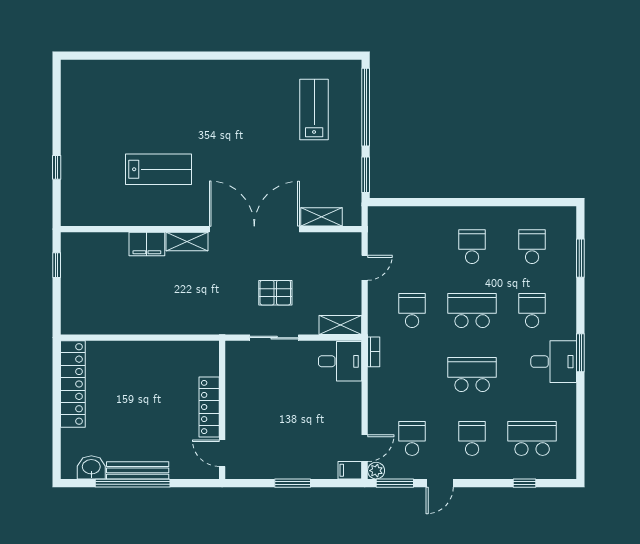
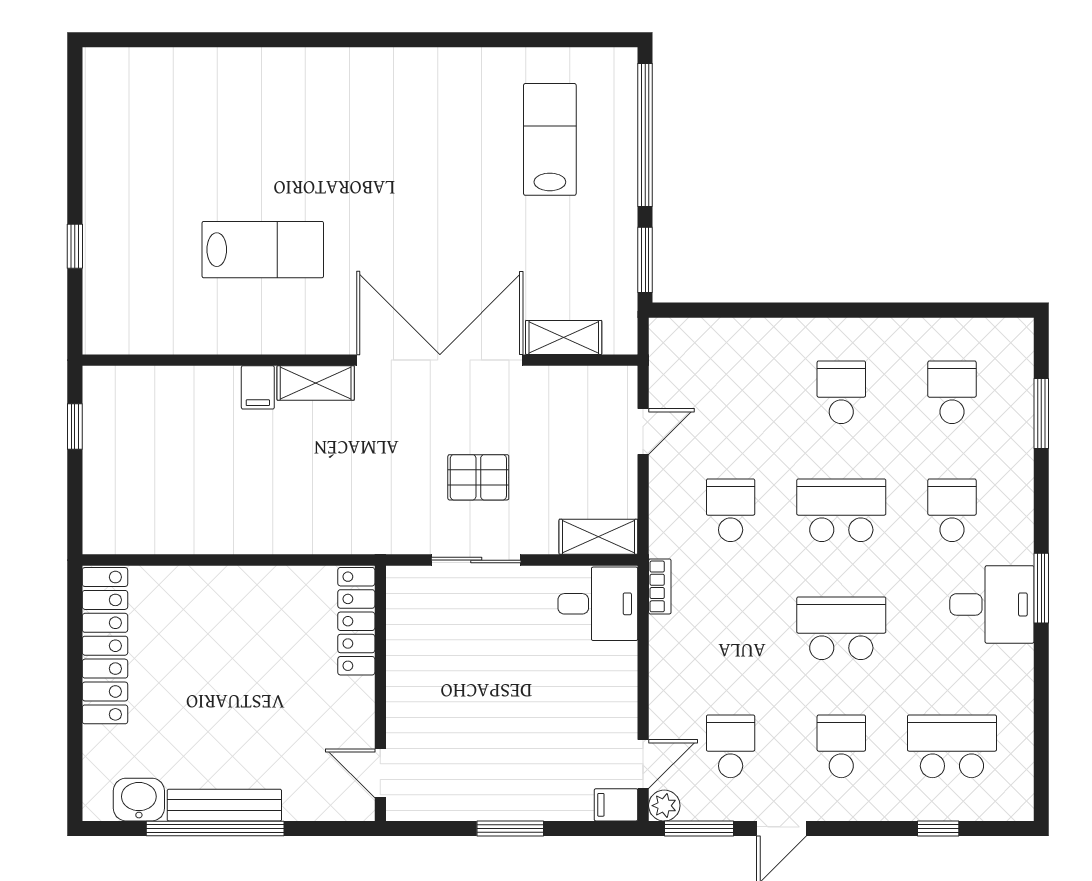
filing cabinet: (147, 244) -> (258, 387), width x0.50
locker: (209, 407) -> (356, 621), moved

